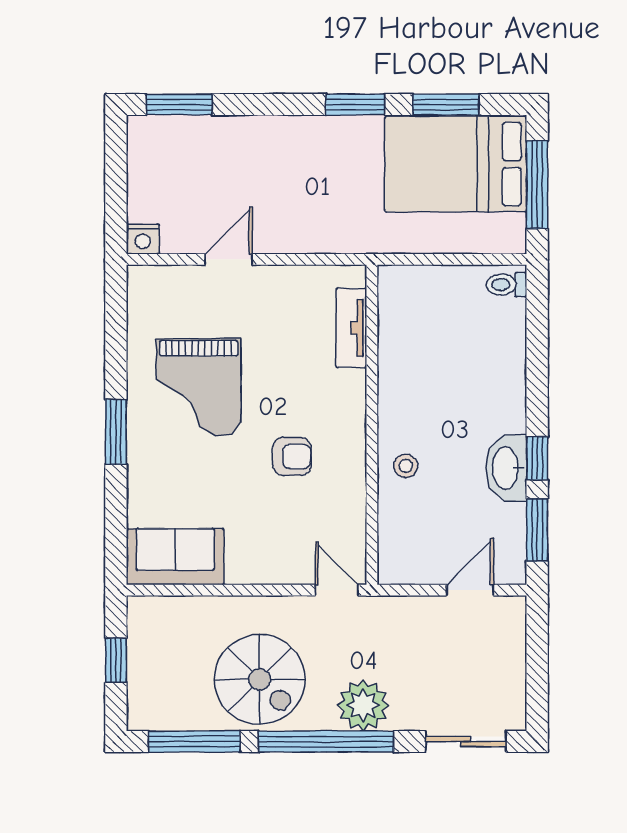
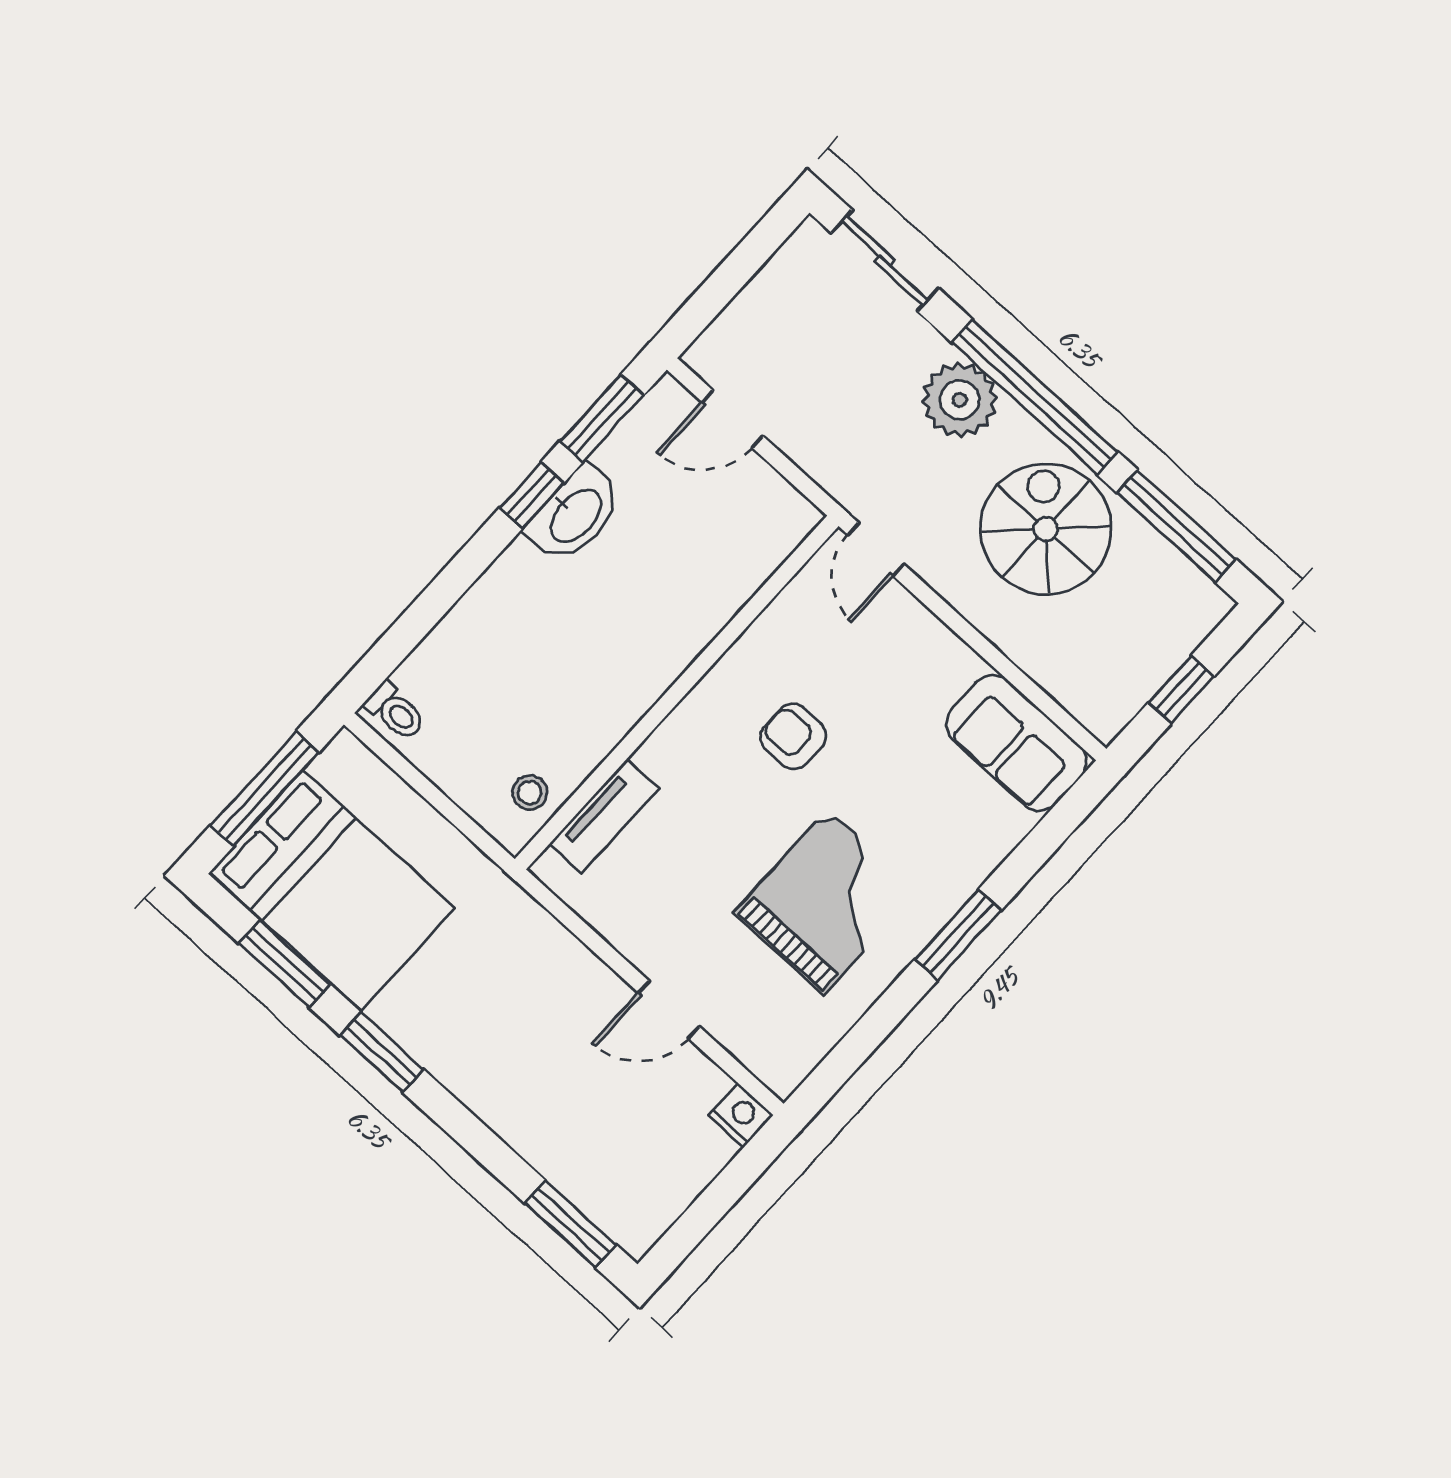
stool: (406, 466) -> (530, 793), moved

